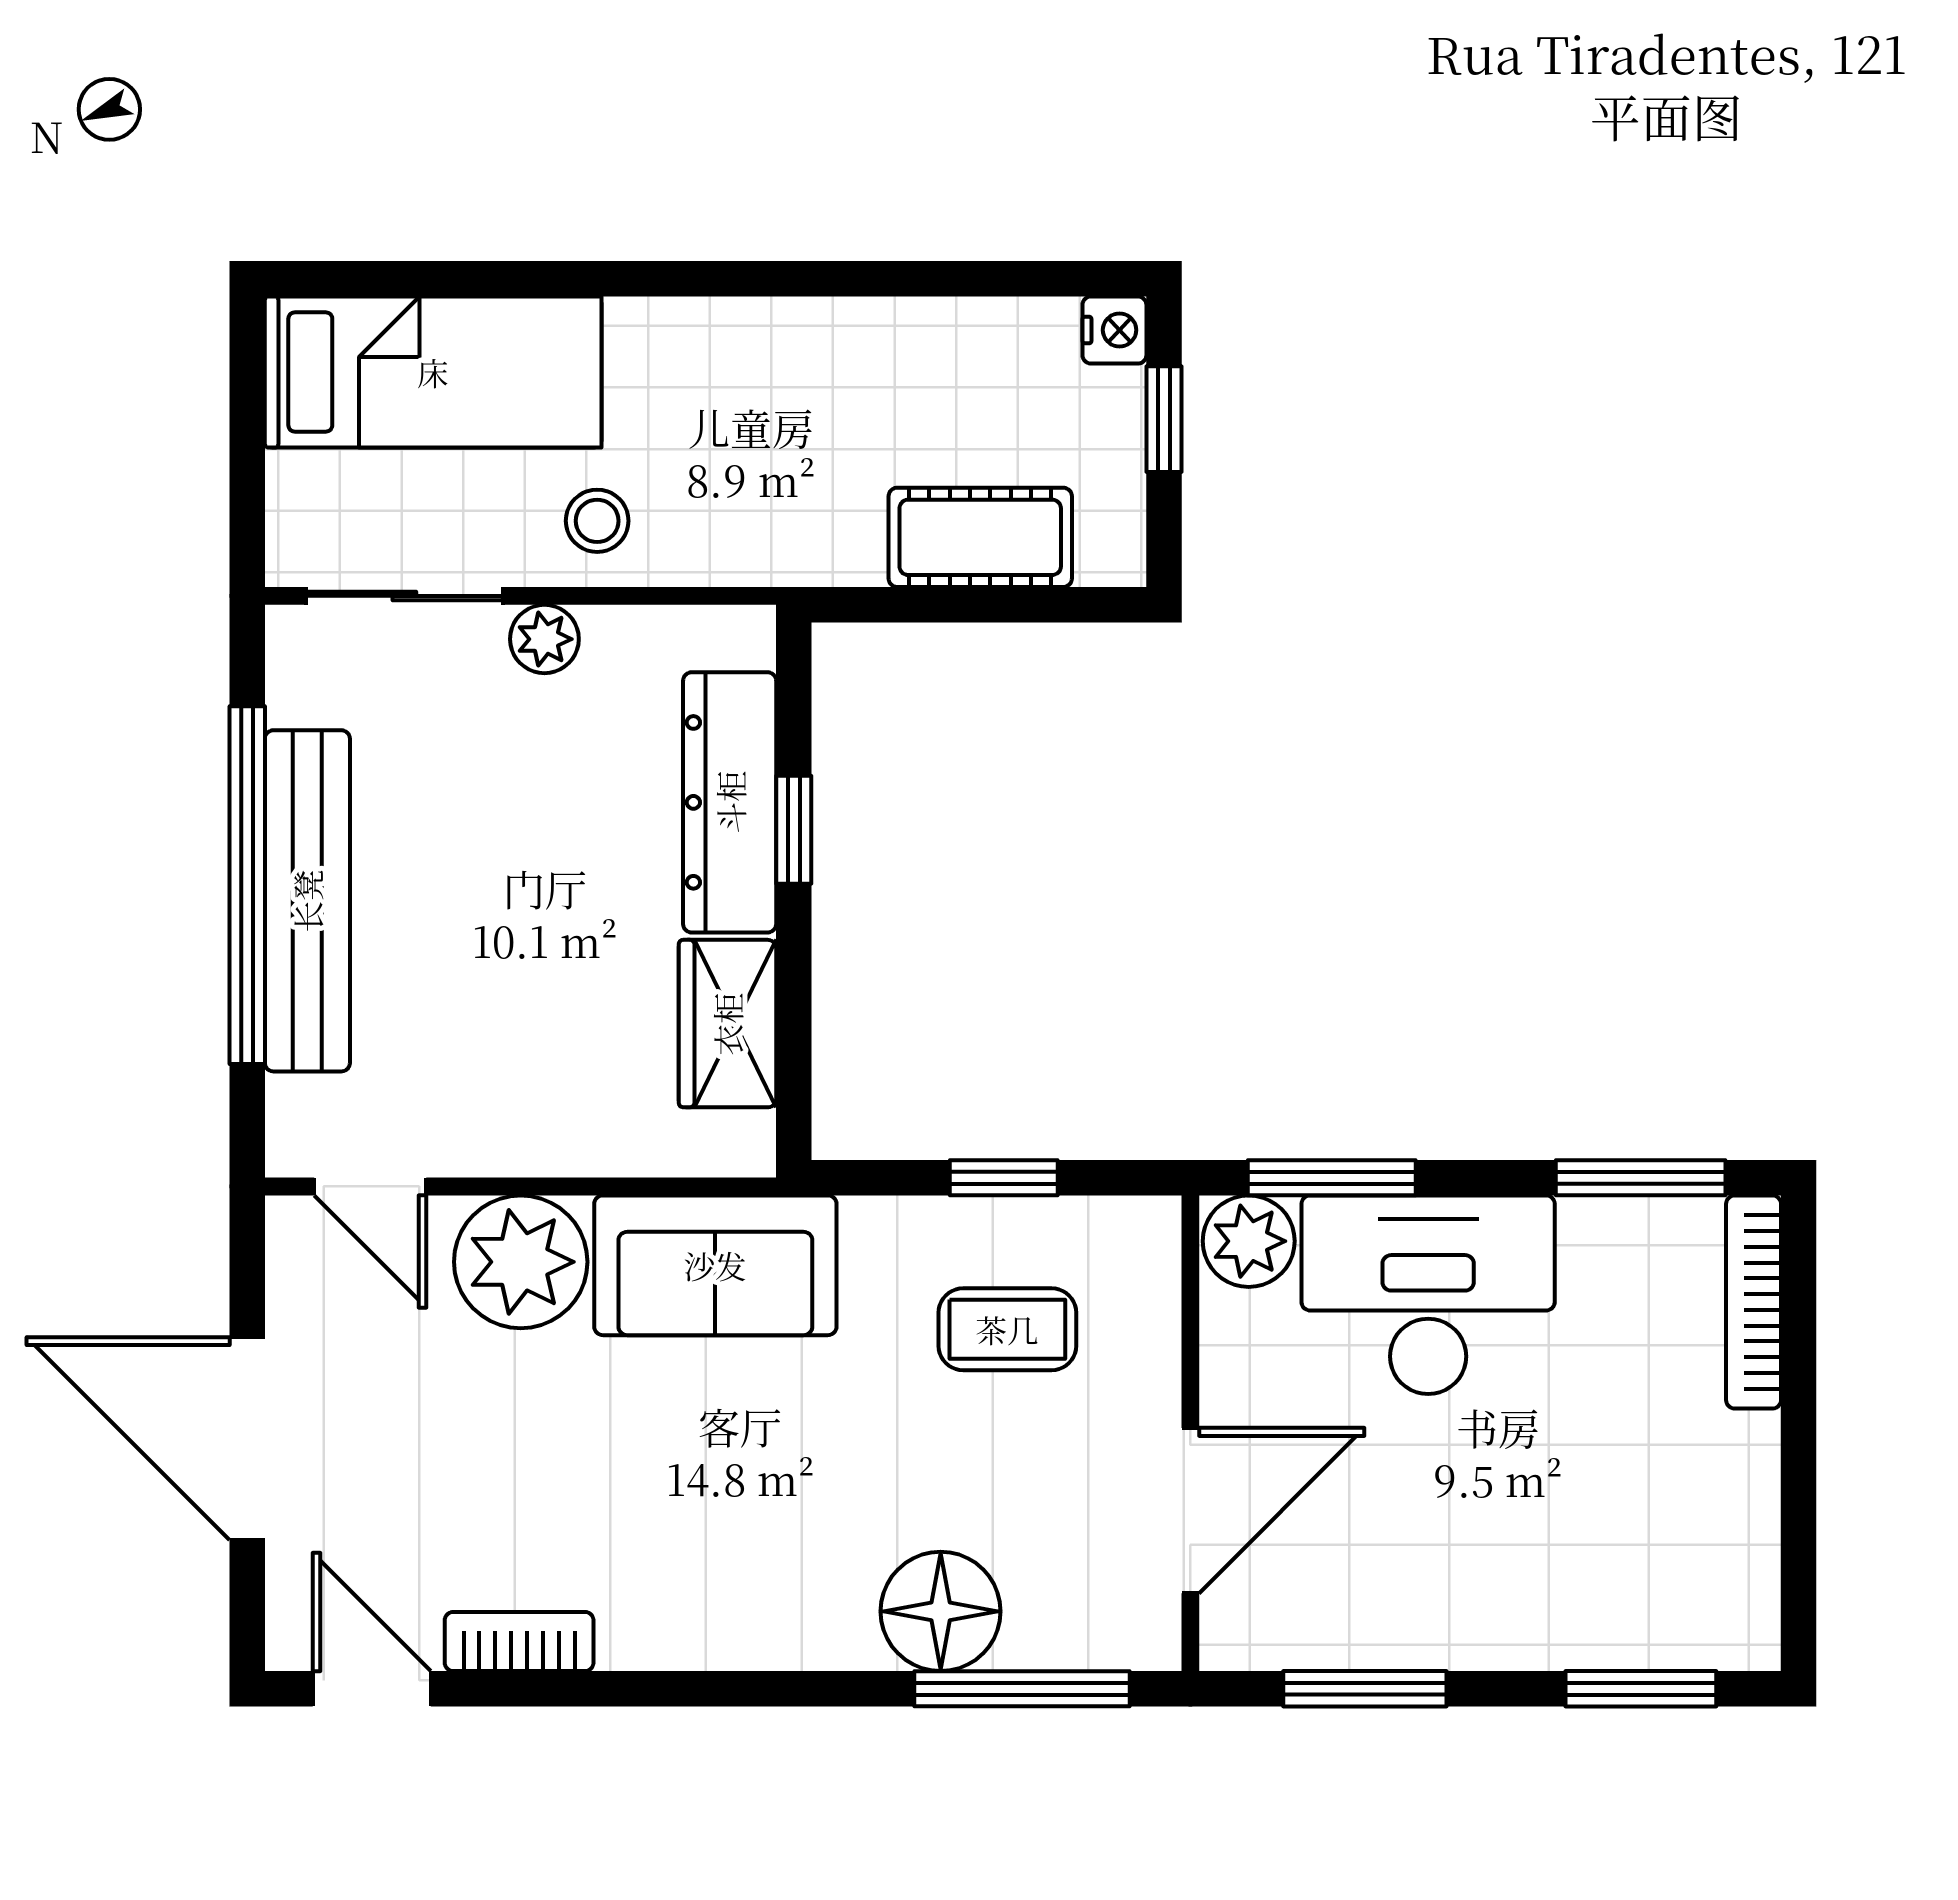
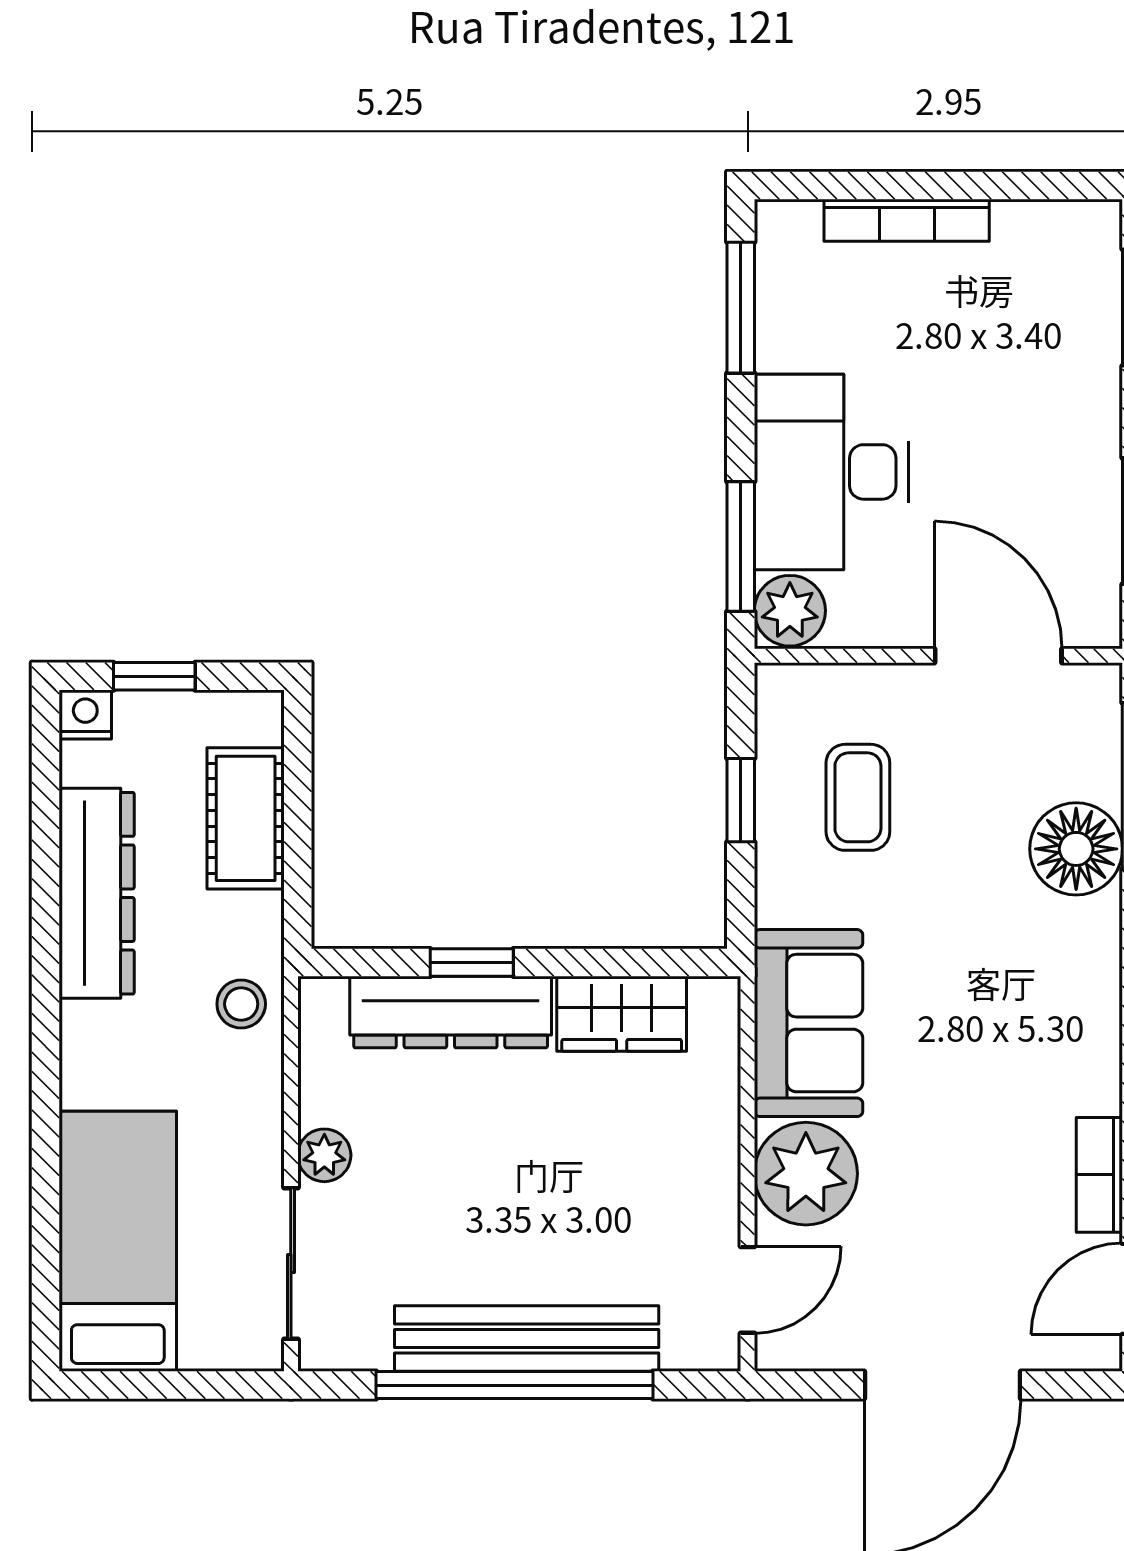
dresser: (883, 345) -> (97, 893), added
stool: (597, 521) -> (241, 1004), moved
bookcase: (1754, 1302) -> (907, 220), moved

